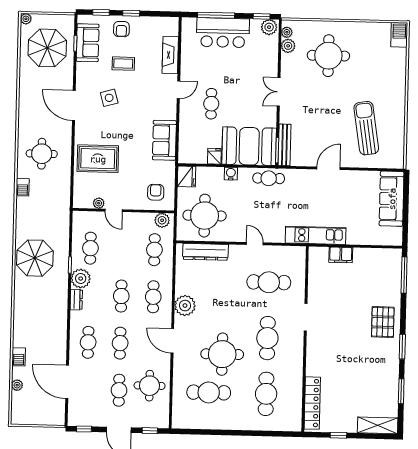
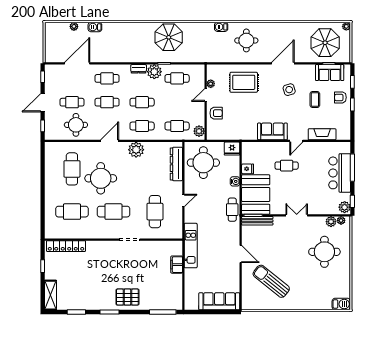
door: (178, 90) -> (296, 141), hinge flipped
sun lounger: (366, 128) -> (271, 281), turned -132
sofa: (164, 140) -> (272, 131), moved
rug: (98, 159) -> (244, 82), turned 90
armchair: (156, 192) -> (216, 113), moved

